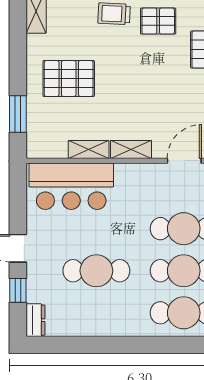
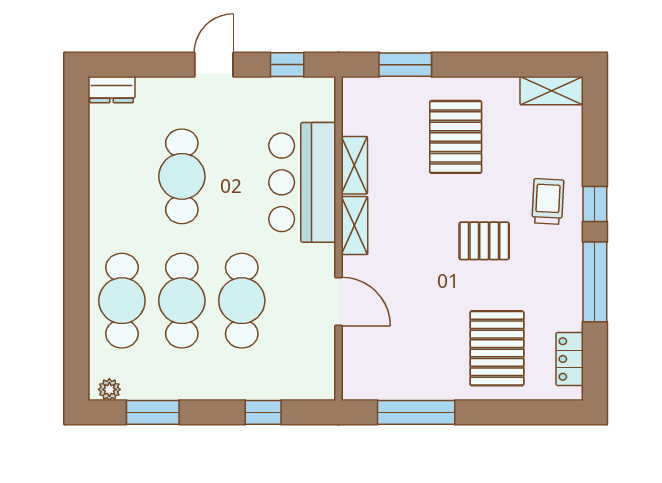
pallet: (158, 21) -> (484, 241), moved, turned 90
bar counter: (71, 186) -> (302, 182), moved
window: (18, 290) -> (287, 65), moved

